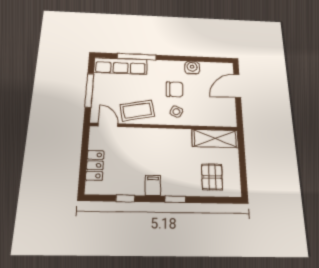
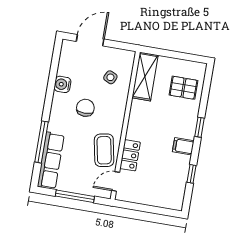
door: (237, 86) -> (90, 40), swing flipped
side table: (176, 112) -> (110, 77), moved
locker: (95, 165) -> (130, 155), moved, turned 90

